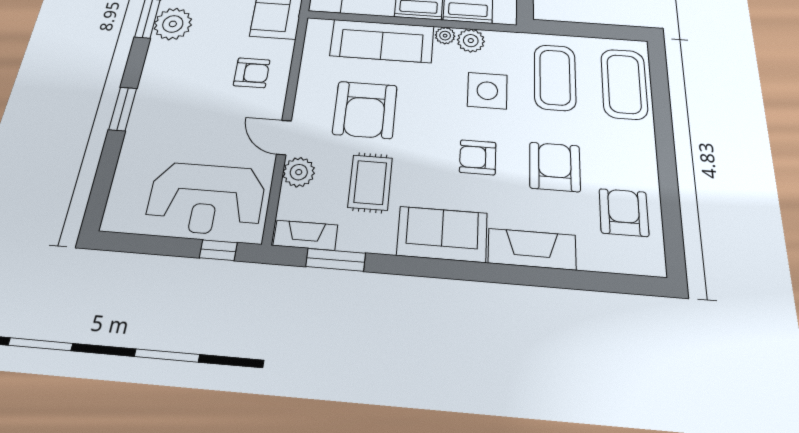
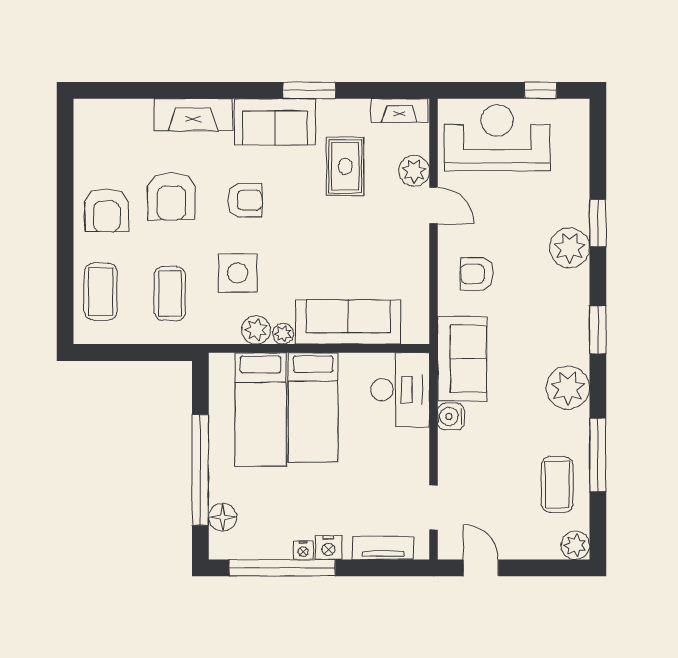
plant: (173, 24) -> (570, 248), moved
coffee table: (555, 77) -> (170, 293), width x0.73, depth x0.76
coffee table: (624, 84) -> (101, 292), width x0.73, depth x0.76
armchair: (365, 110) -> (358, 242), removed
armchair: (624, 212) -> (107, 210), moved
window: (218, 250) -> (540, 90), moved
window: (336, 260) -> (309, 90), moved

